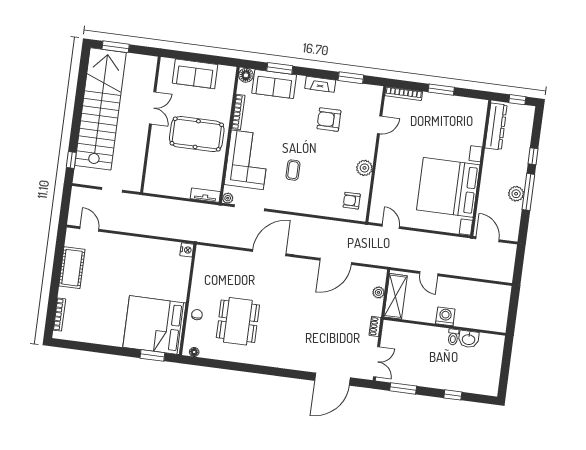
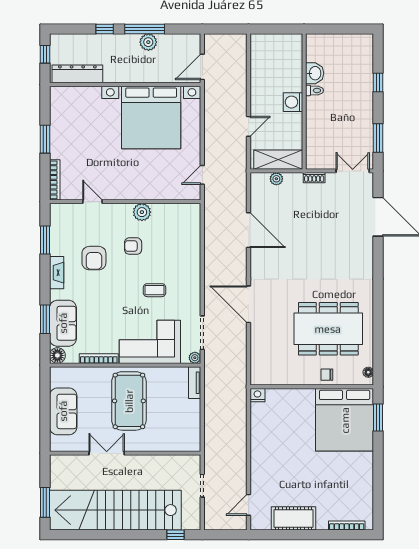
armchair: (352, 201) -> (133, 246), moved, turned 90
dining table: (238, 321) -> (328, 329), width x1.36, depth x1.24

